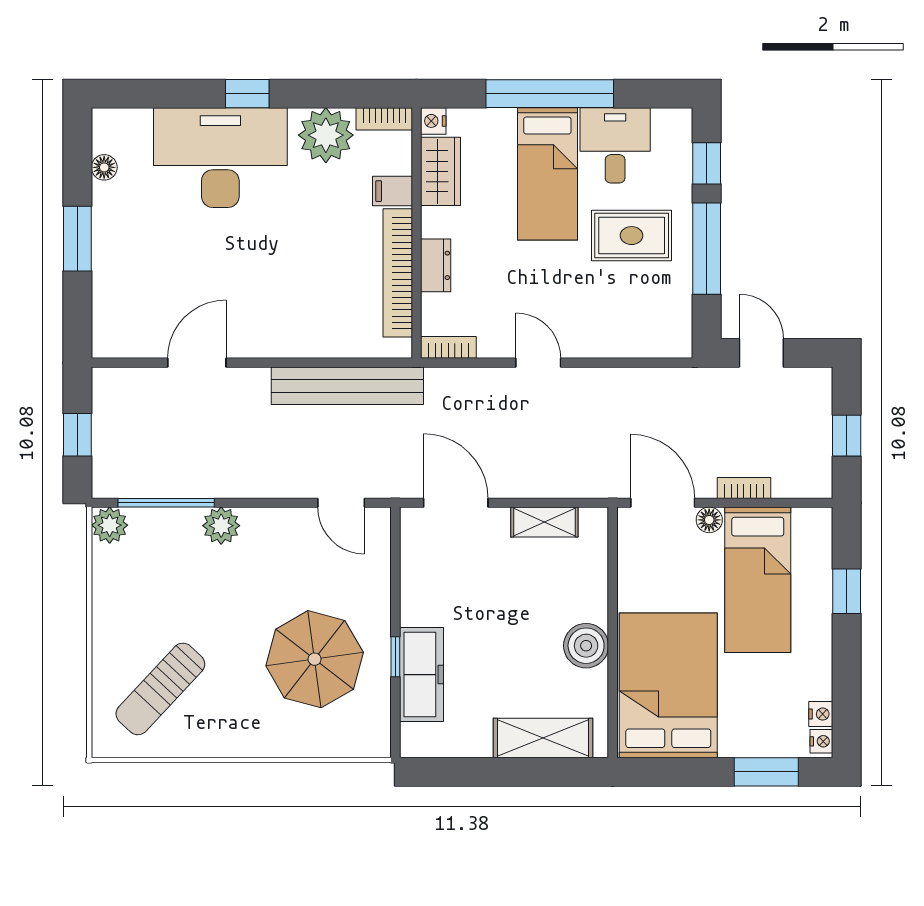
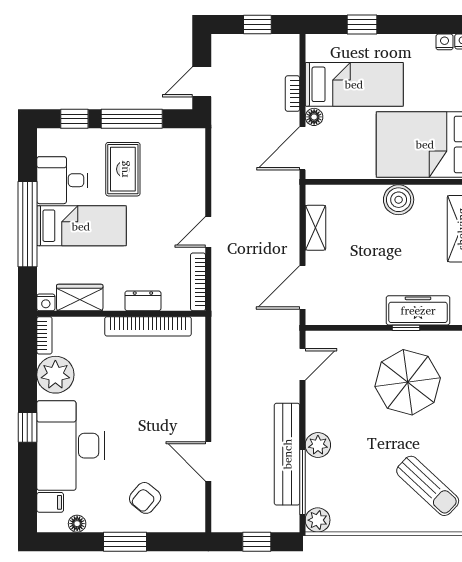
filing cabinet: (392, 191) -> (50, 502), moved, turned -90
armchair: (142, 269) -> (145, 498), added
bookcase: (448, 347) -> (198, 282), width x1.56
bench: (347, 386) -> (287, 454), moved

